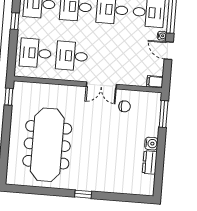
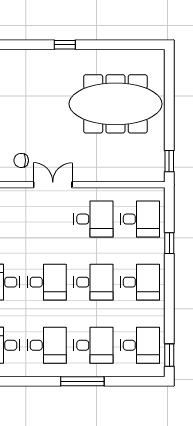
window: (15, 21) -> (169, 243), moved
meeting table: (47, 145) -> (115, 104), turned 90

